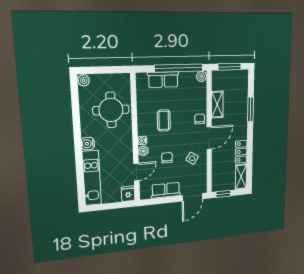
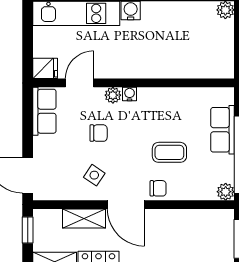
shelving: (217, 105) -> (84, 218), moved
round table: (111, 110) -> (180, 48), removed
coffee table: (164, 120) -> (169, 152), moved
door: (136, 172) -> (79, 83), swing flipped
row of seats: (166, 190) -> (44, 111), moved

